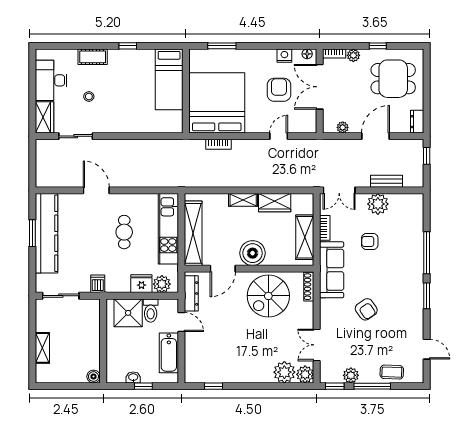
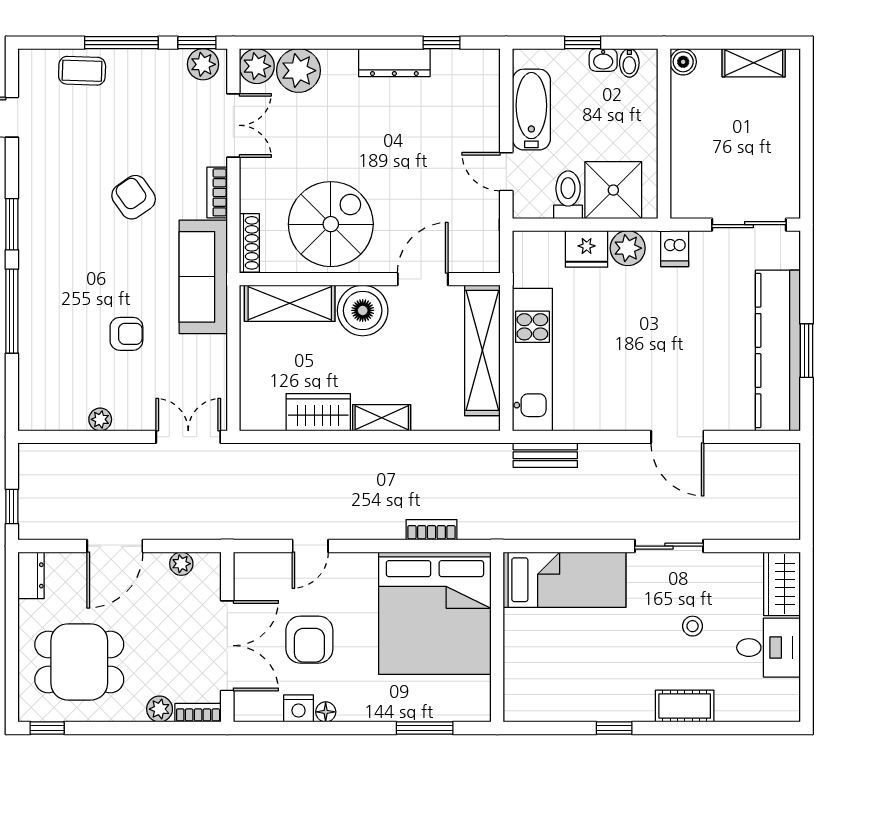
window: (378, 46) -> (47, 728), moved
floor lamp: (307, 54) -> (326, 712), moved
bed: (169, 79) -> (565, 580), moved, turned 90
desk: (51, 80) -> (769, 648), width x0.73
sliding door: (76, 136) -> (669, 546), moved
bench: (386, 181) -> (545, 455), moved
plant: (378, 204) -> (100, 419), width x0.53, depth x0.53
bookcase: (325, 228) -> (217, 192), moved
cafe table: (124, 232) -> (621, 353), removed
shelving: (305, 237) -> (290, 303), moved, turned 90
plant: (162, 284) -> (628, 248), moved
dresser: (191, 293) -> (394, 63), moved, turned -90
shelving: (42, 348) -> (754, 63), moved, turned 90
plant: (351, 375) -> (203, 64), moved
bidet: (120, 376) -> (629, 63), added

